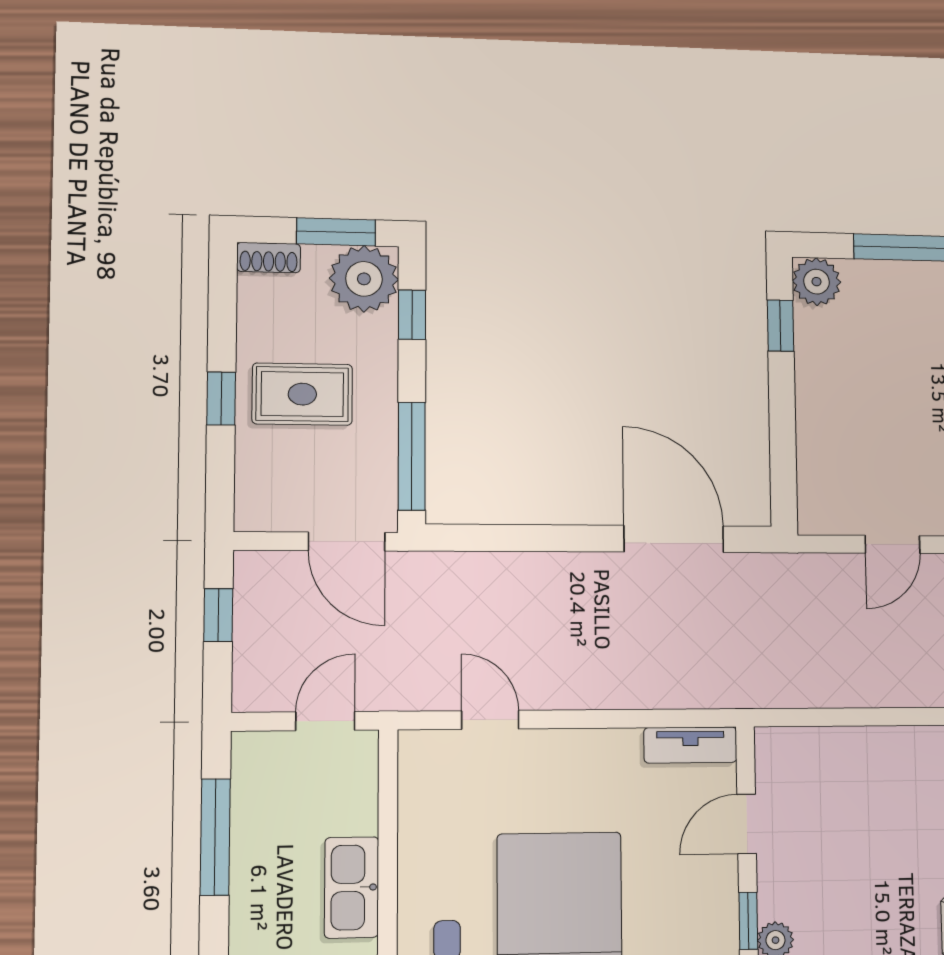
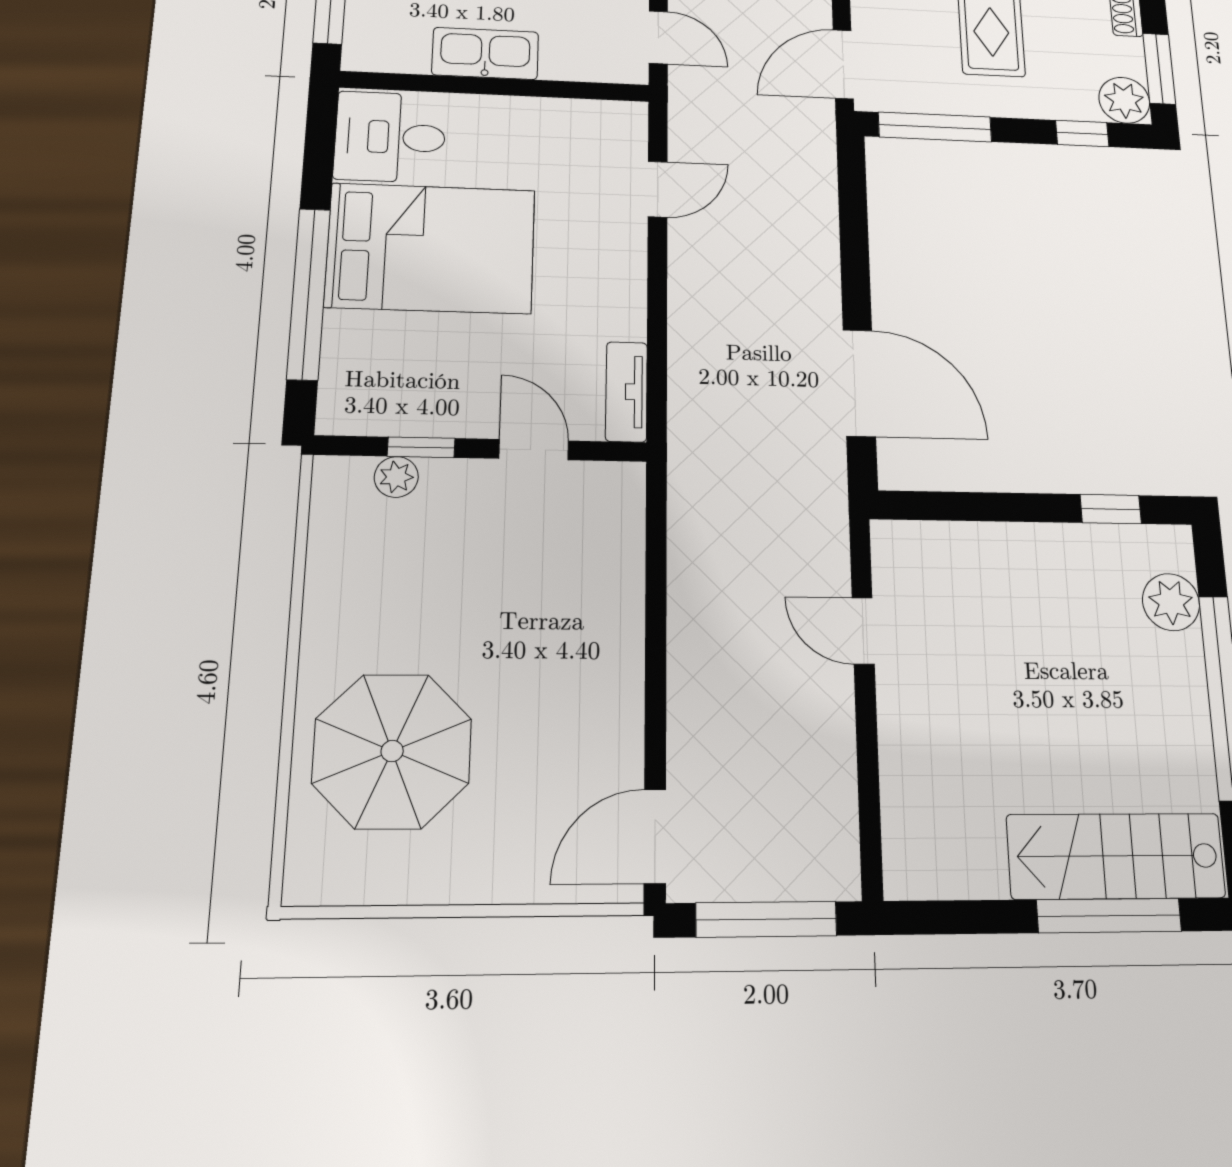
plant: (364, 279) -> (1124, 100), width x0.73, depth x0.73
plant: (817, 282) -> (1171, 602), moved
door: (674, 539) -> (859, 383), hinge flipped

